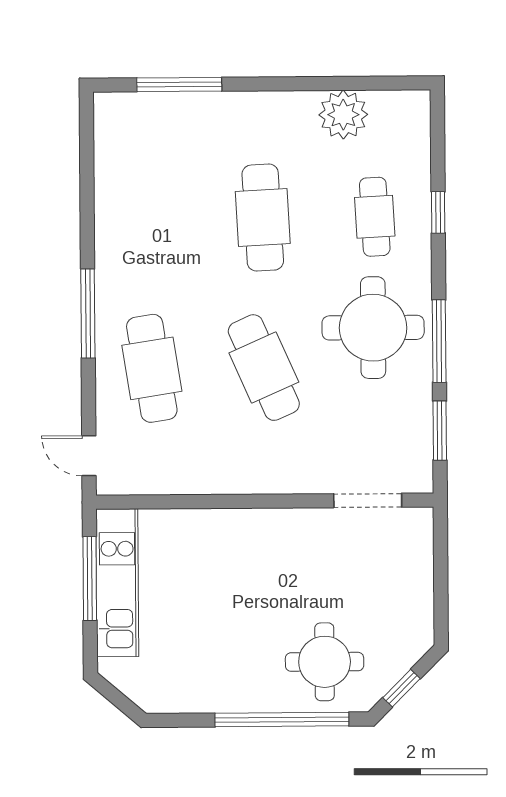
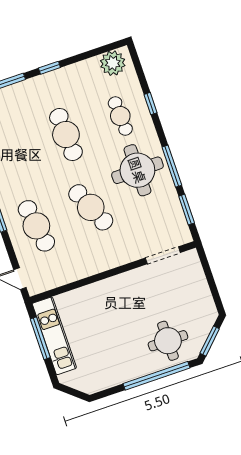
window: (273, 84) -> (49, 68), added
plant: (343, 115) -> (113, 63), moved
window: (401, 688) -> (210, 341), width x1.50

